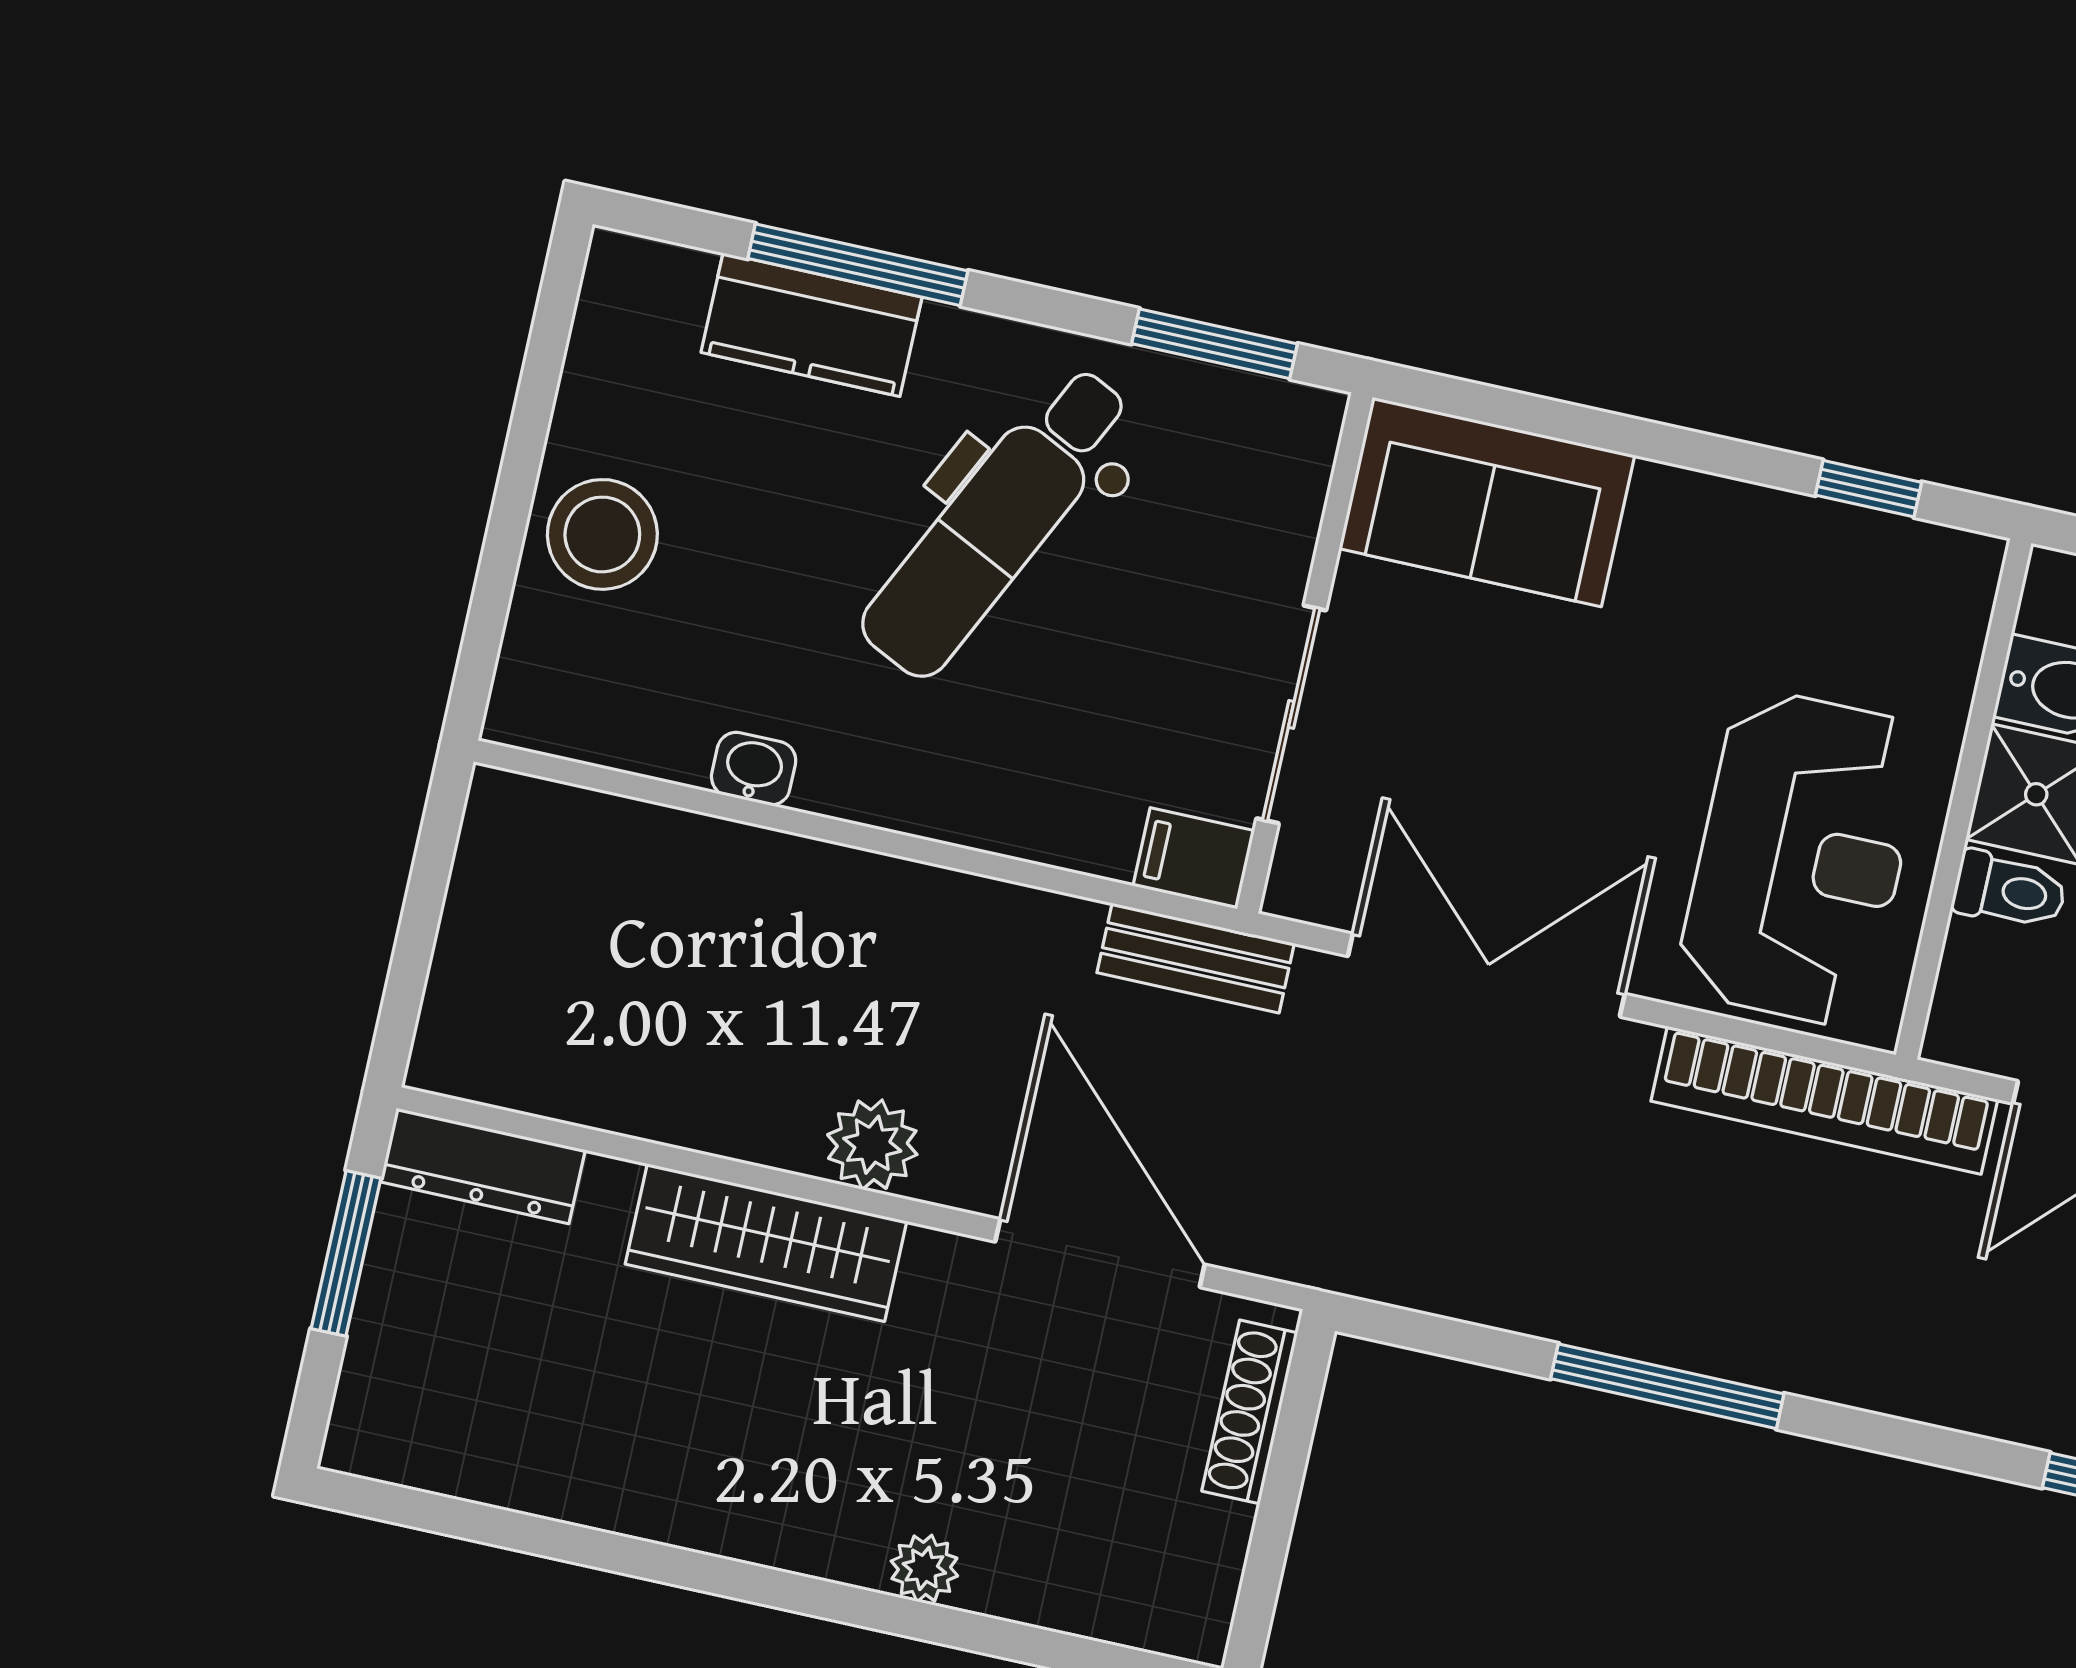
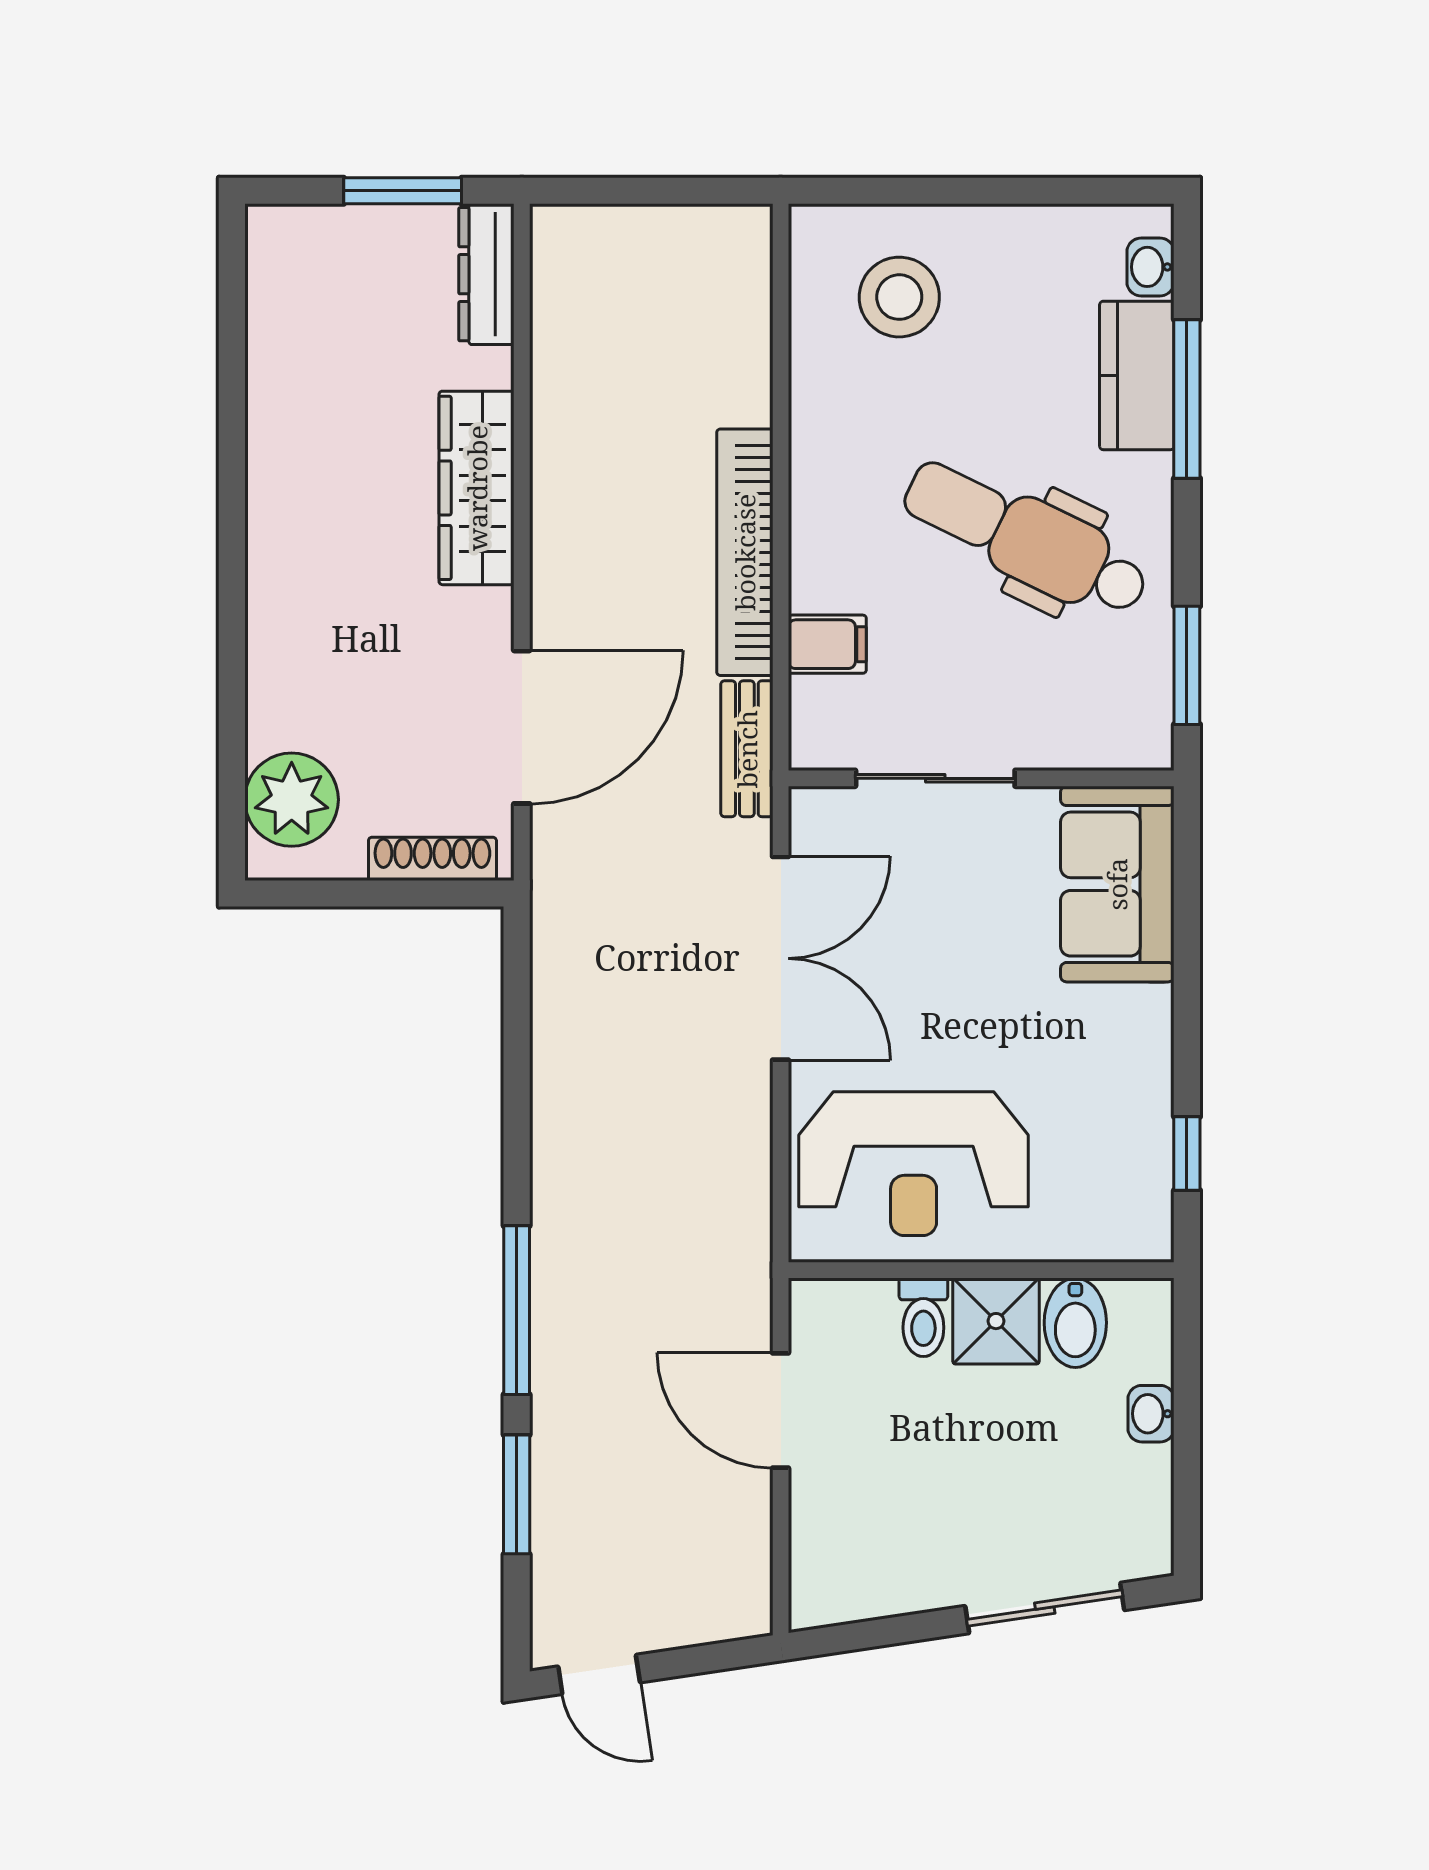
stool: (602, 534) -> (899, 297), moved
washbasin: (754, 769) -> (1151, 267), moved, turned 180
filing cabinet: (1194, 858) -> (827, 644), moved, turned 90
bookcase: (1824, 1100) -> (745, 552), moved
plant: (872, 1145) -> (563, 548), removed
window: (1667, 1386) -> (517, 1310), moved
plant: (924, 1568) -> (292, 800), moved, width x1.87, depth x1.87

